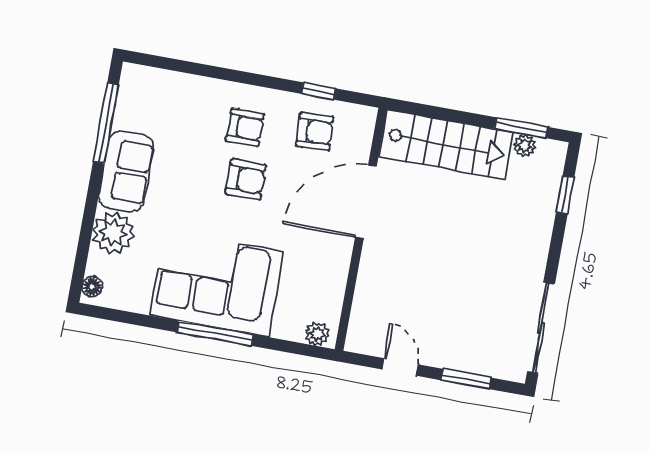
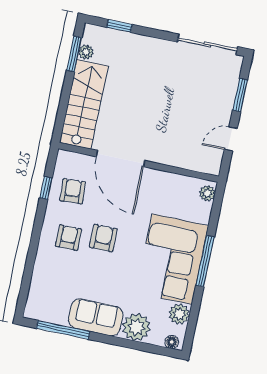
plant: (134, 297) -> (179, 314), added

